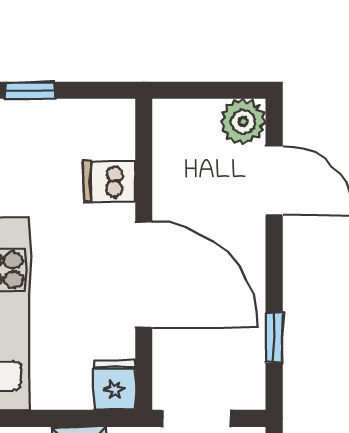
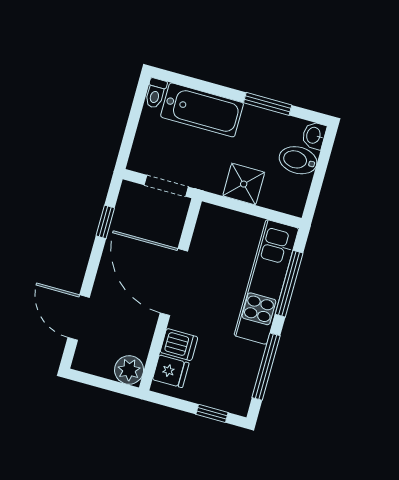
plant: (243, 121) -> (129, 370), moved
fridge: (115, 385) -> (171, 371), moved, turned -90

